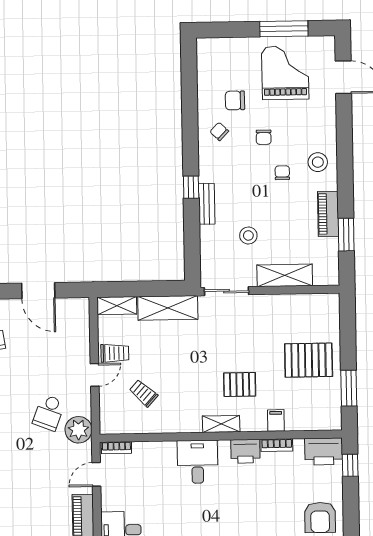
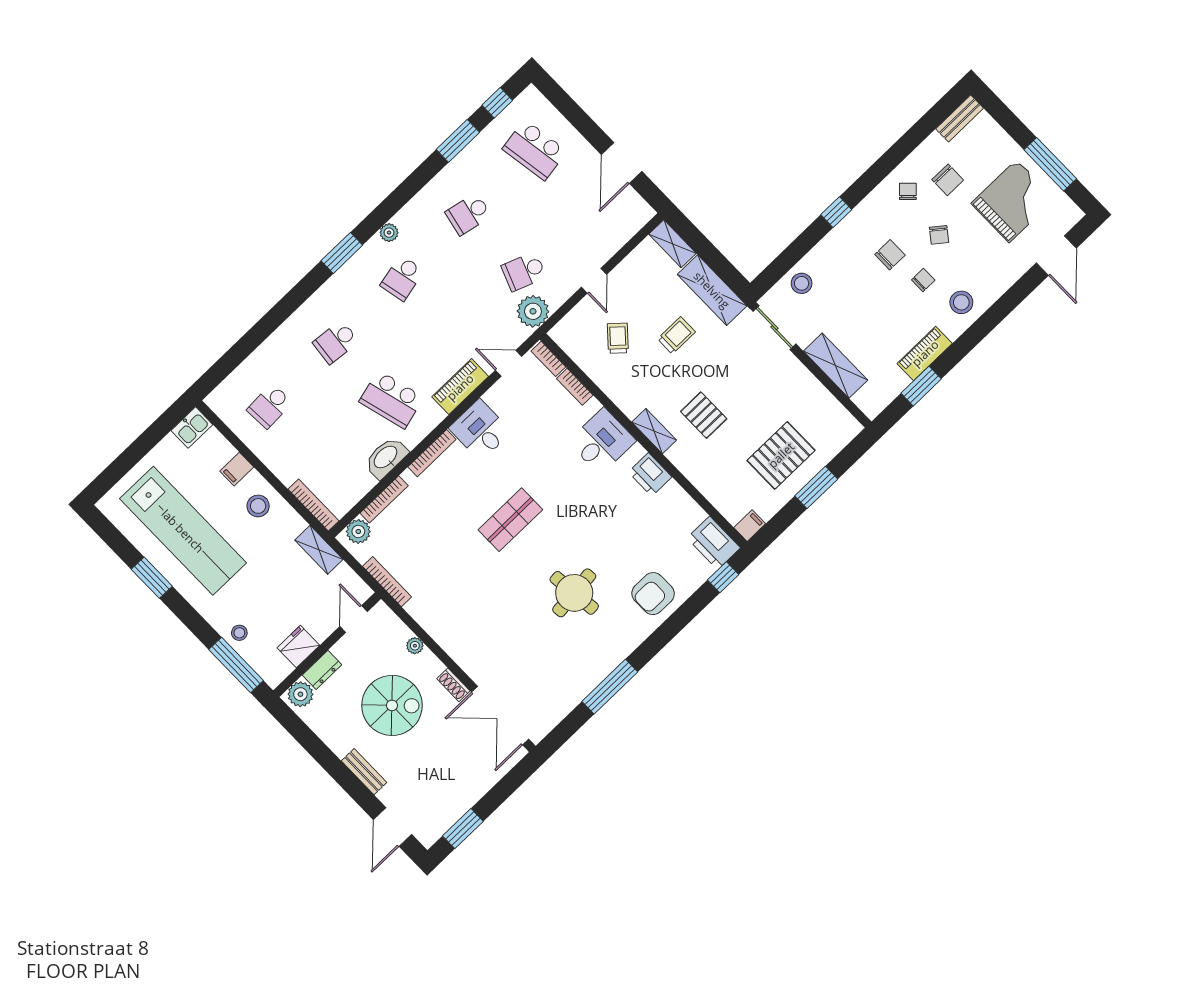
chair: (235, 100) -> (948, 180), turned 180
chair: (264, 137) -> (939, 235), turned -52
chair: (248, 179) -> (890, 255), added
bench: (207, 204) -> (960, 119), moved
stool: (248, 235) -> (802, 283), moved
trolley: (115, 353) -> (676, 335), moved, turned -90
pallet: (309, 360) -> (781, 455), turned 90
door: (95, 375) -> (594, 281), hinge flipped
window: (349, 388) -> (816, 487), moved
filing cabinet: (276, 420) -> (750, 526), moved
bookcase: (277, 445) -> (575, 387), moved

